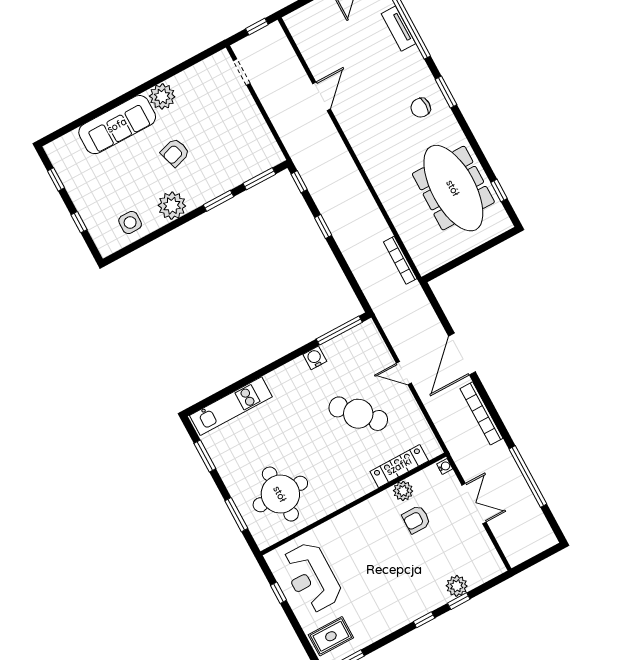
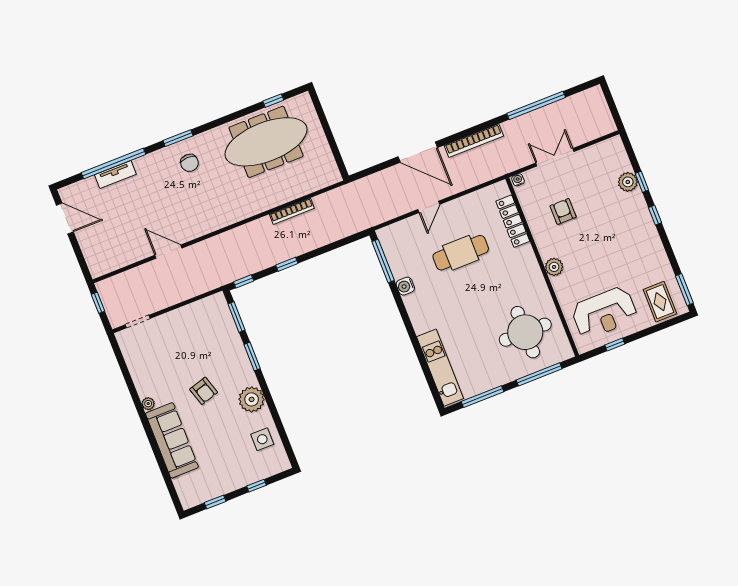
plant: (162, 96) -> (148, 404), width x0.53, depth x0.53
bookcase: (400, 260) -> (292, 211), moved
cafe table: (358, 414) -> (461, 253), turned 43
window: (205, 456) -> (483, 397), width x1.44
plant: (403, 491) -> (554, 267), moved
window: (236, 515) -> (539, 374), width x1.44
armchair: (416, 519) -> (563, 211), turned 180

